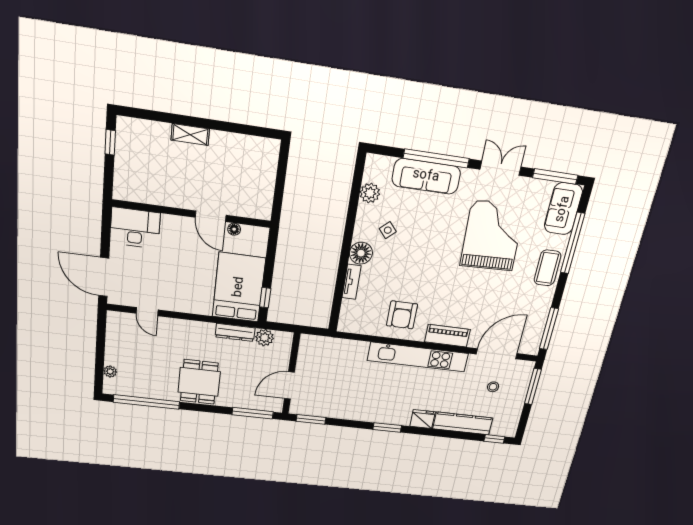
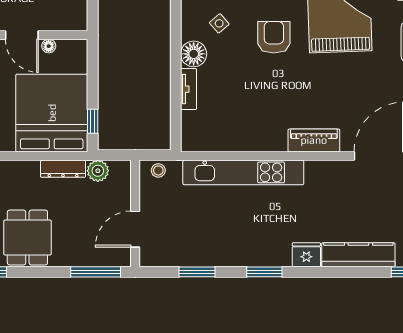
bed: (239, 287) -> (52, 113), width x1.36
armchair: (402, 315) -> (274, 37), moved, turned 180
kitchen unit: (418, 357) -> (243, 172), moved
stool: (493, 387) -> (158, 170), moved
window: (311, 419) -> (197, 272), moved

